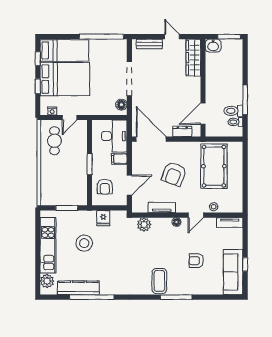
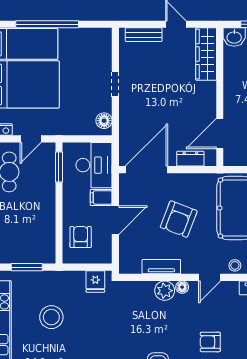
window: (101, 37) -> (47, 24), moved
doorway: (129, 79) -> (115, 84), width x0.53
door: (151, 139) -> (146, 170), hinge flipped
window: (90, 164) -> (59, 167), moved
door: (129, 185) -> (115, 220), moved
armchair: (105, 187) -> (81, 237), turned 180
fridge: (103, 218) -> (95, 282), moved
plant: (144, 224) -> (165, 291), moved

